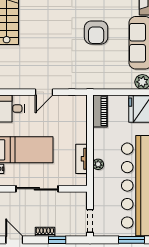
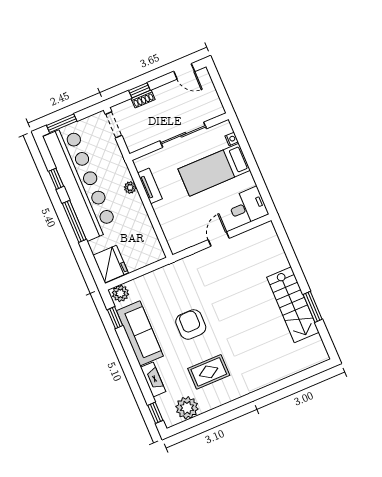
piano: (100, 111) -> (152, 244), removed
shoe rack: (45, 232) -> (143, 99), moved

